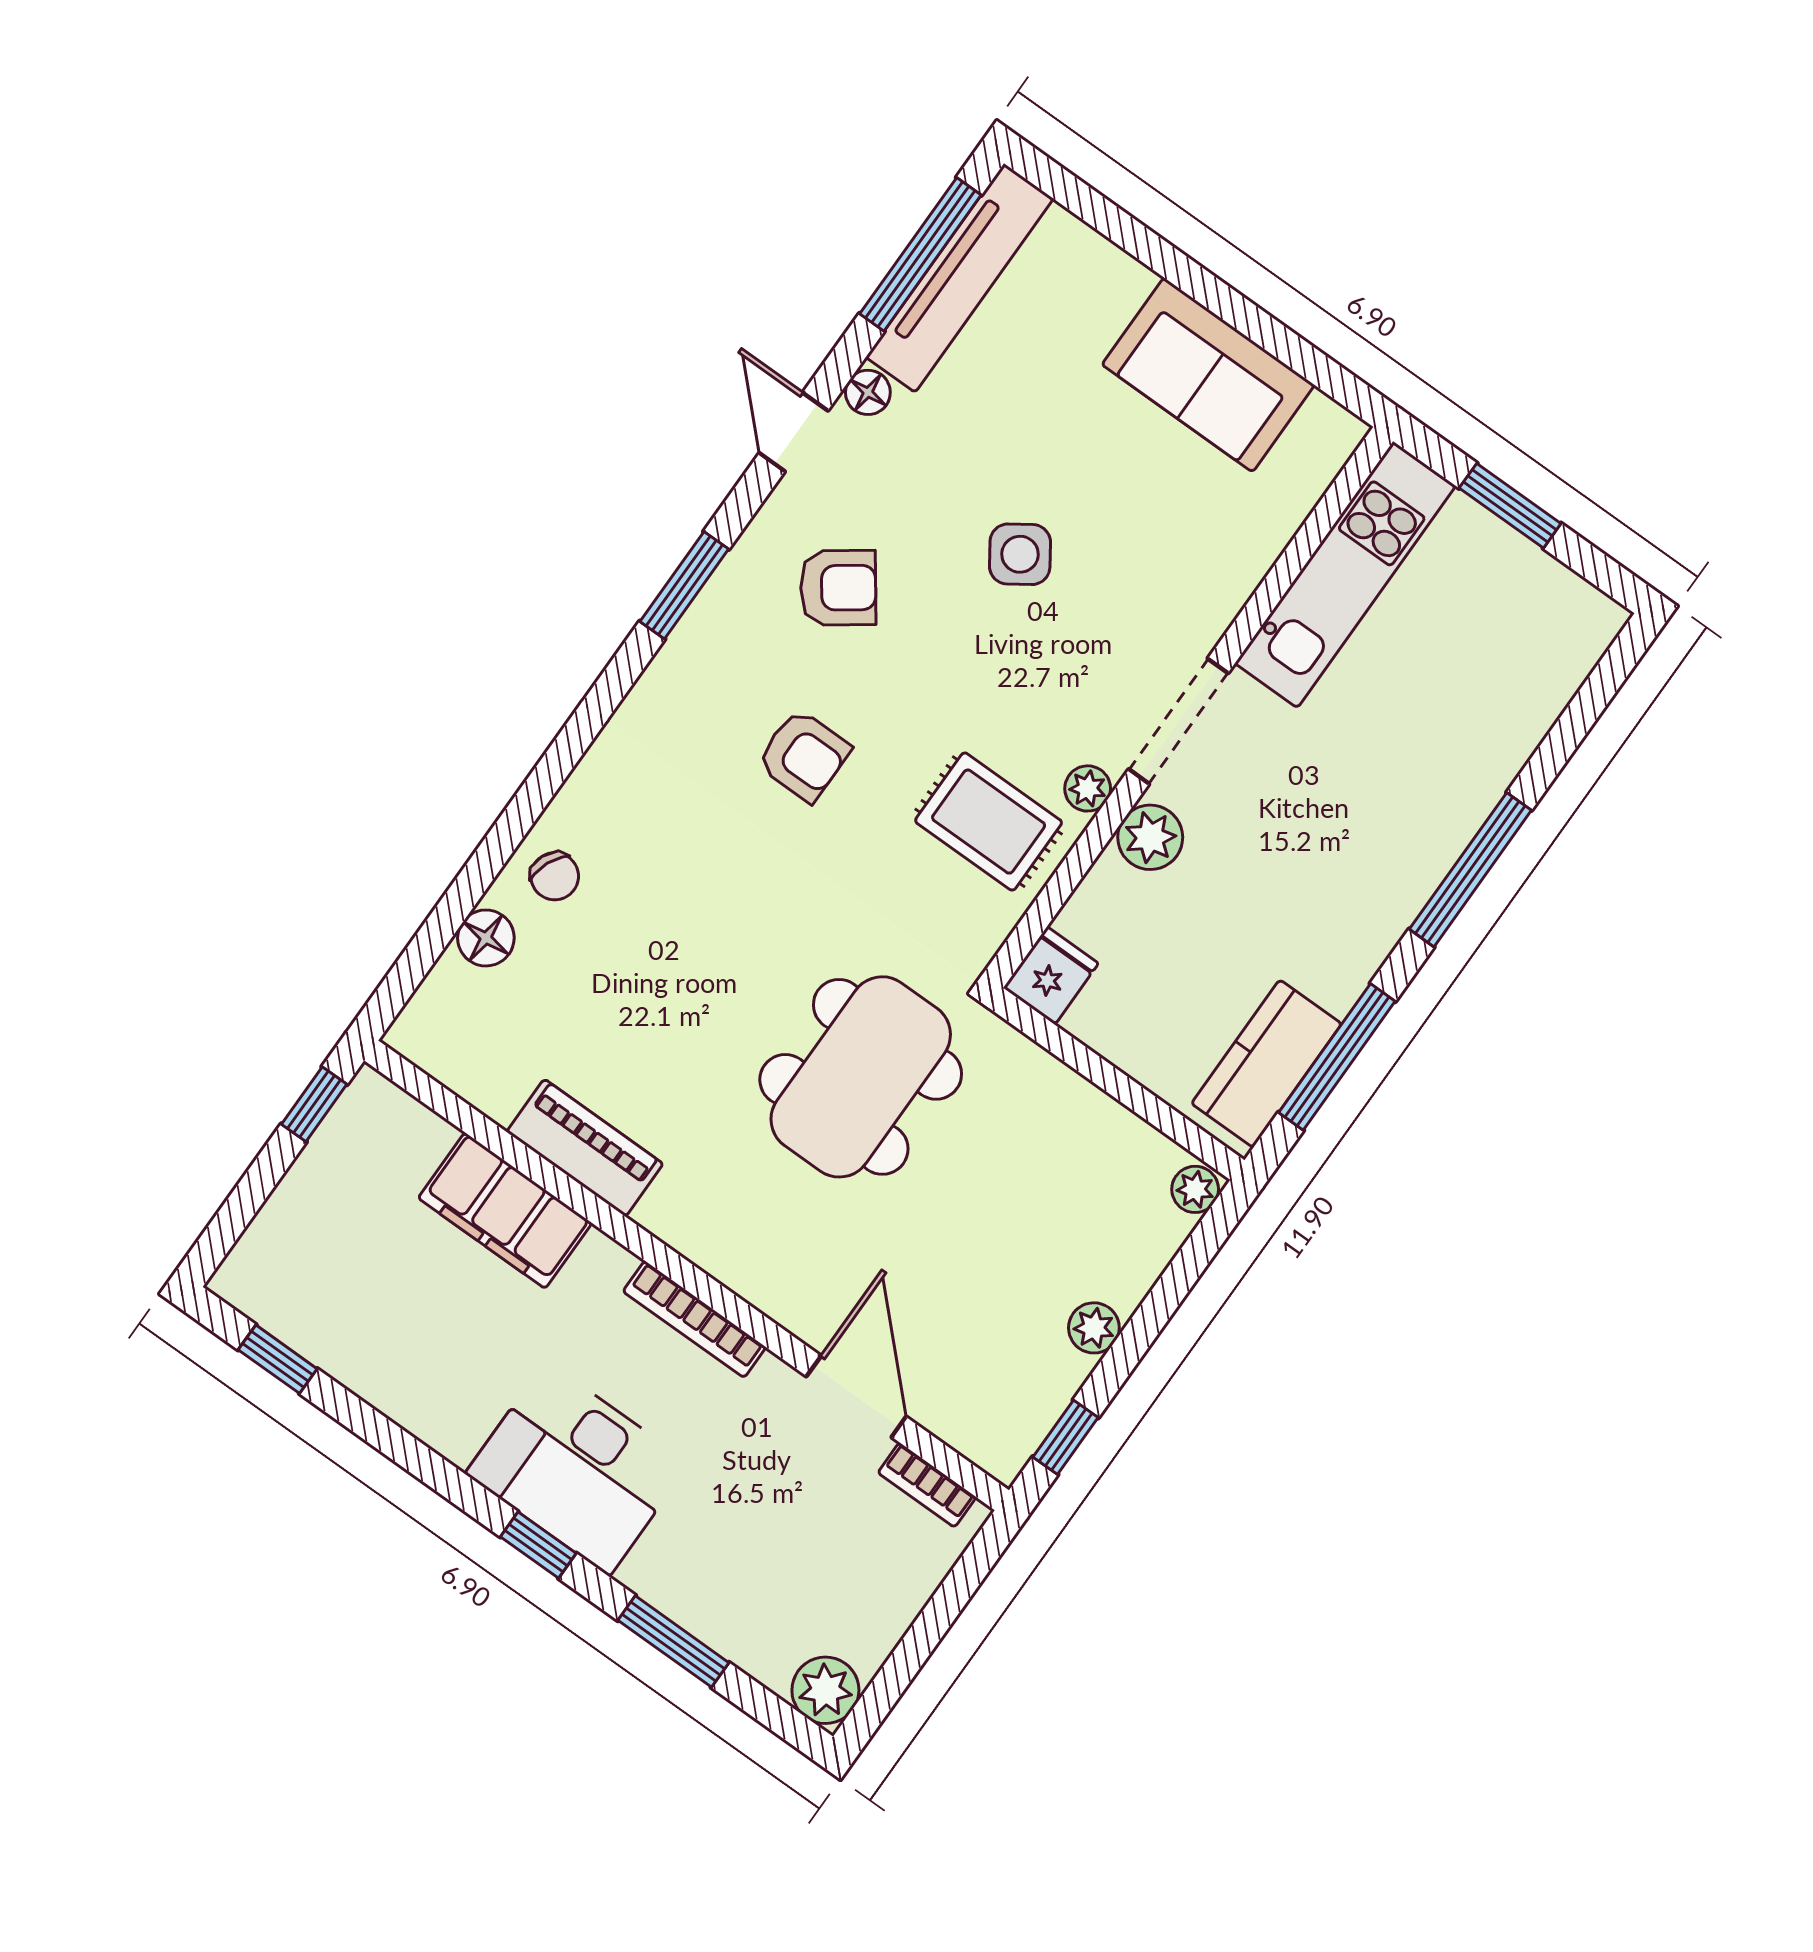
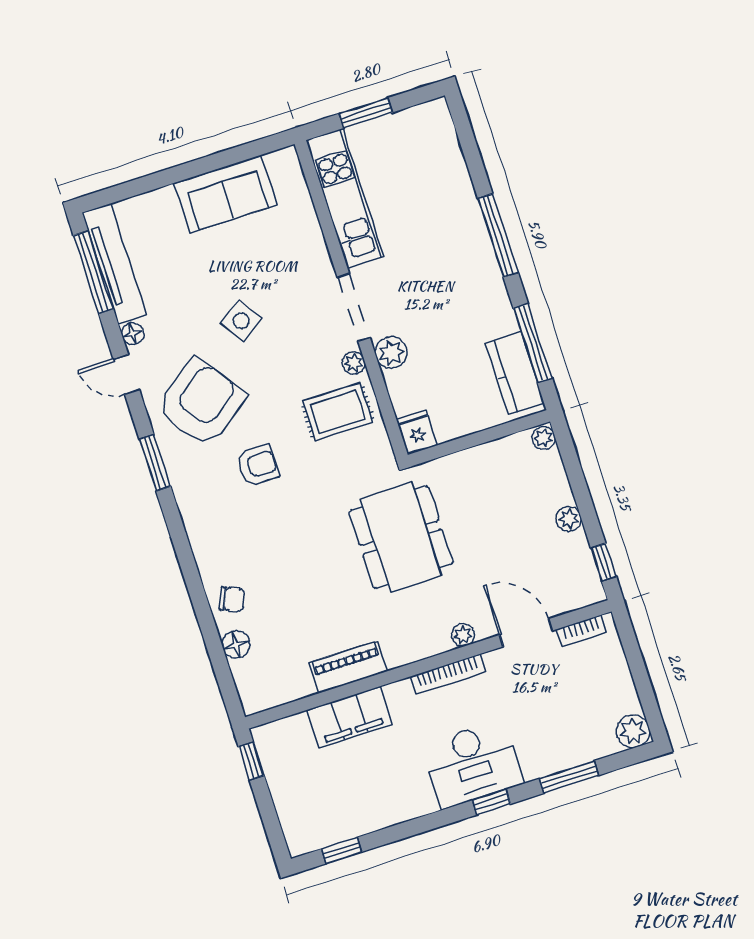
armchair: (838, 588) -> (201, 403), width x1.88, depth x1.88
plant: (776, 1296) -> (463, 635), added

